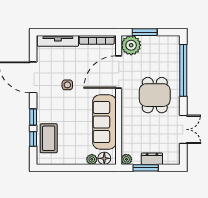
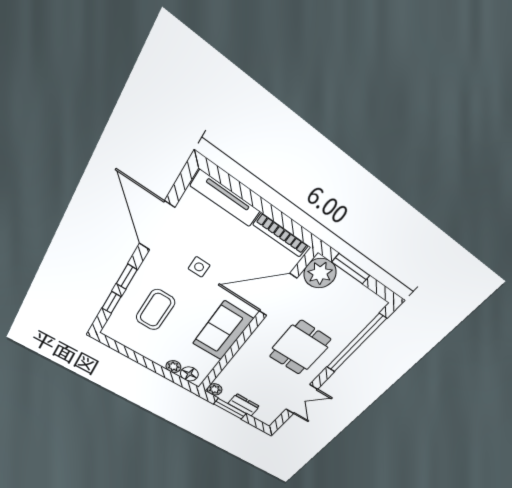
sofa: (104, 122) -> (223, 331), width x0.73
coffee table: (49, 138) -> (155, 310), moved

